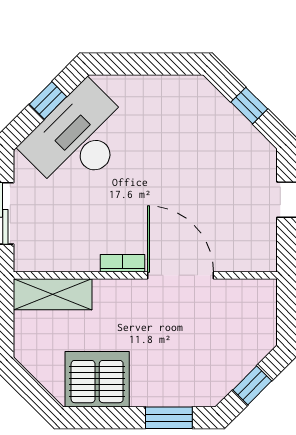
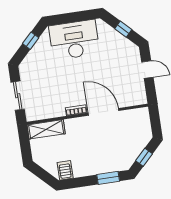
desk: (78, 139) -> (74, 40), moved, turned 45
server rack: (97, 379) -> (65, 170), width x0.46, depth x0.70

